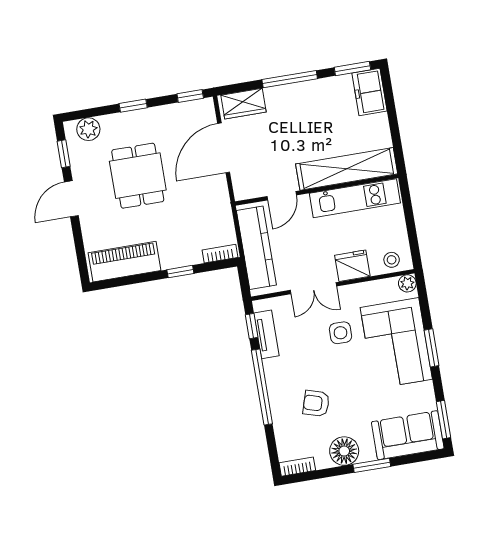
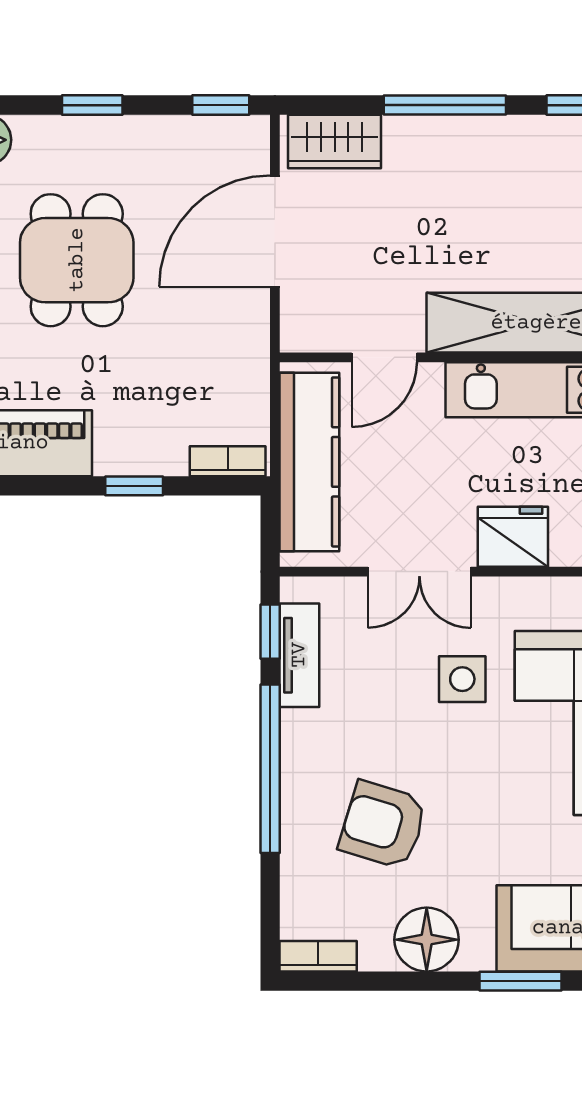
armchair: (316, 403) -> (383, 825), width x1.38, depth x1.38
window: (372, 465) -> (520, 981), moved

